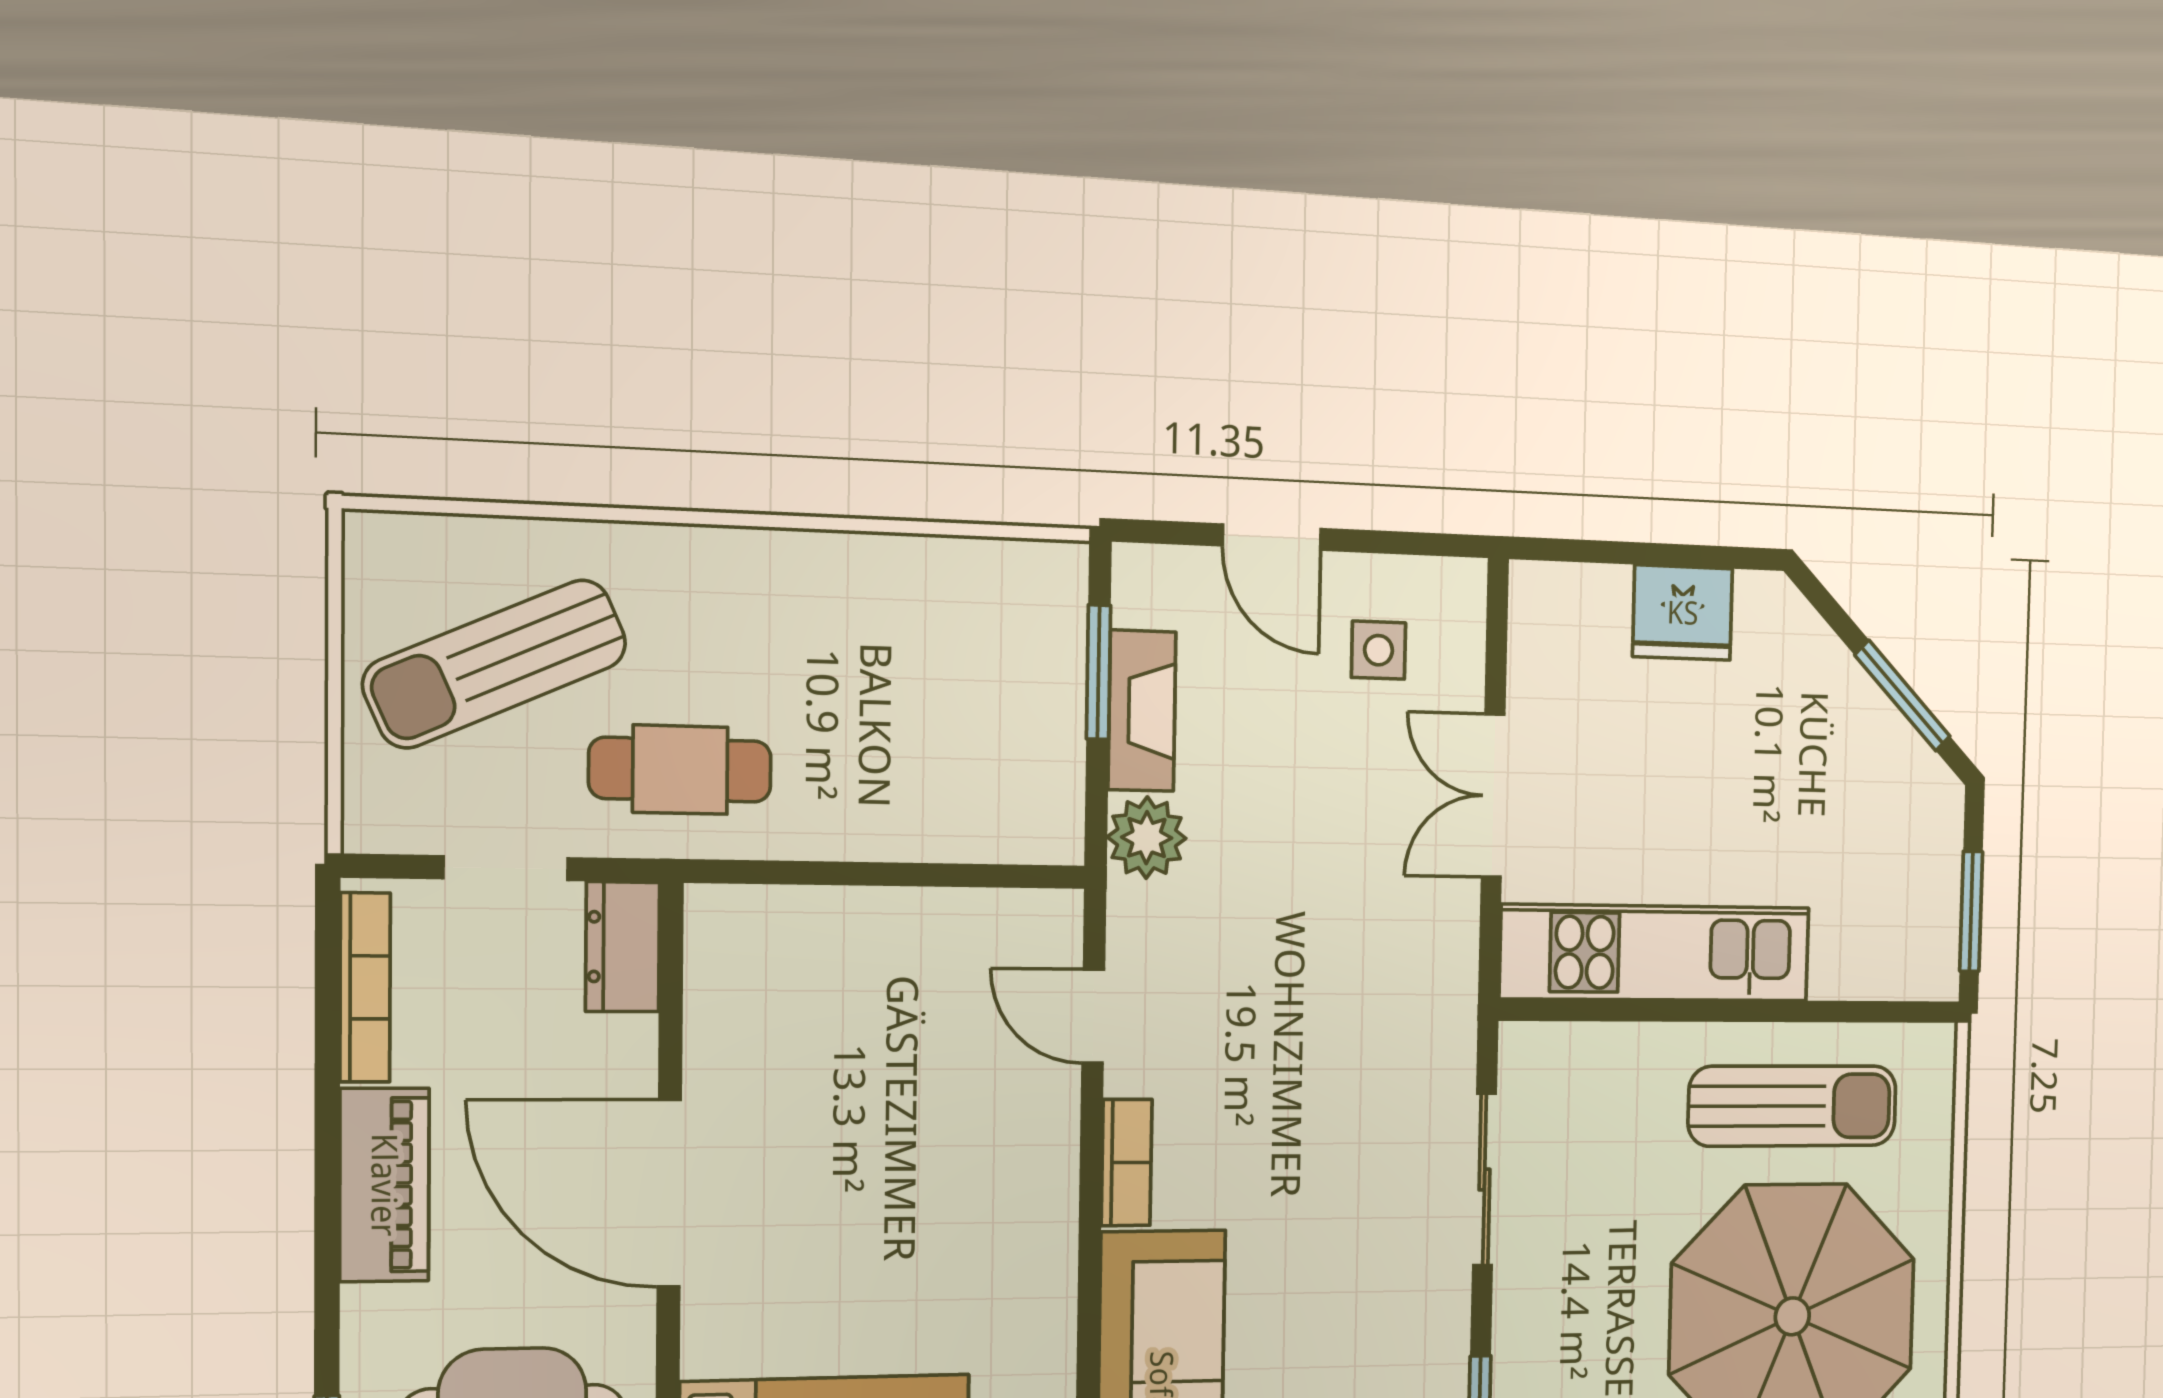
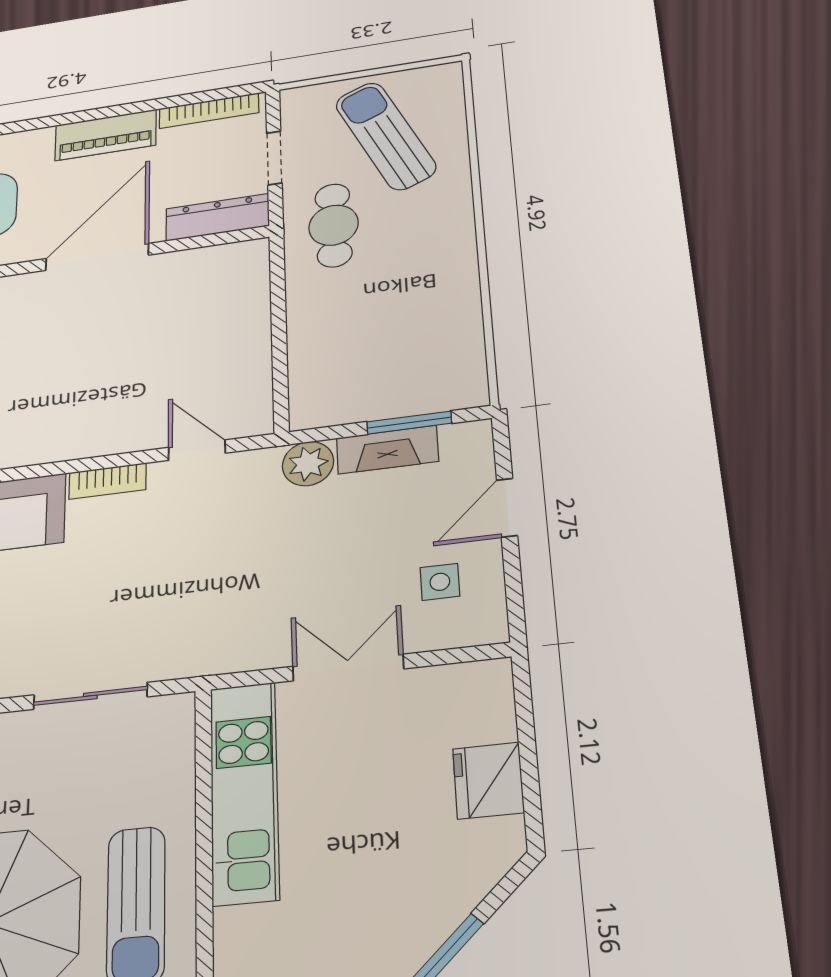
dresser: (623, 947) -> (217, 217), width x1.44
door: (1093, 1016) -> (197, 450), hinge flipped

